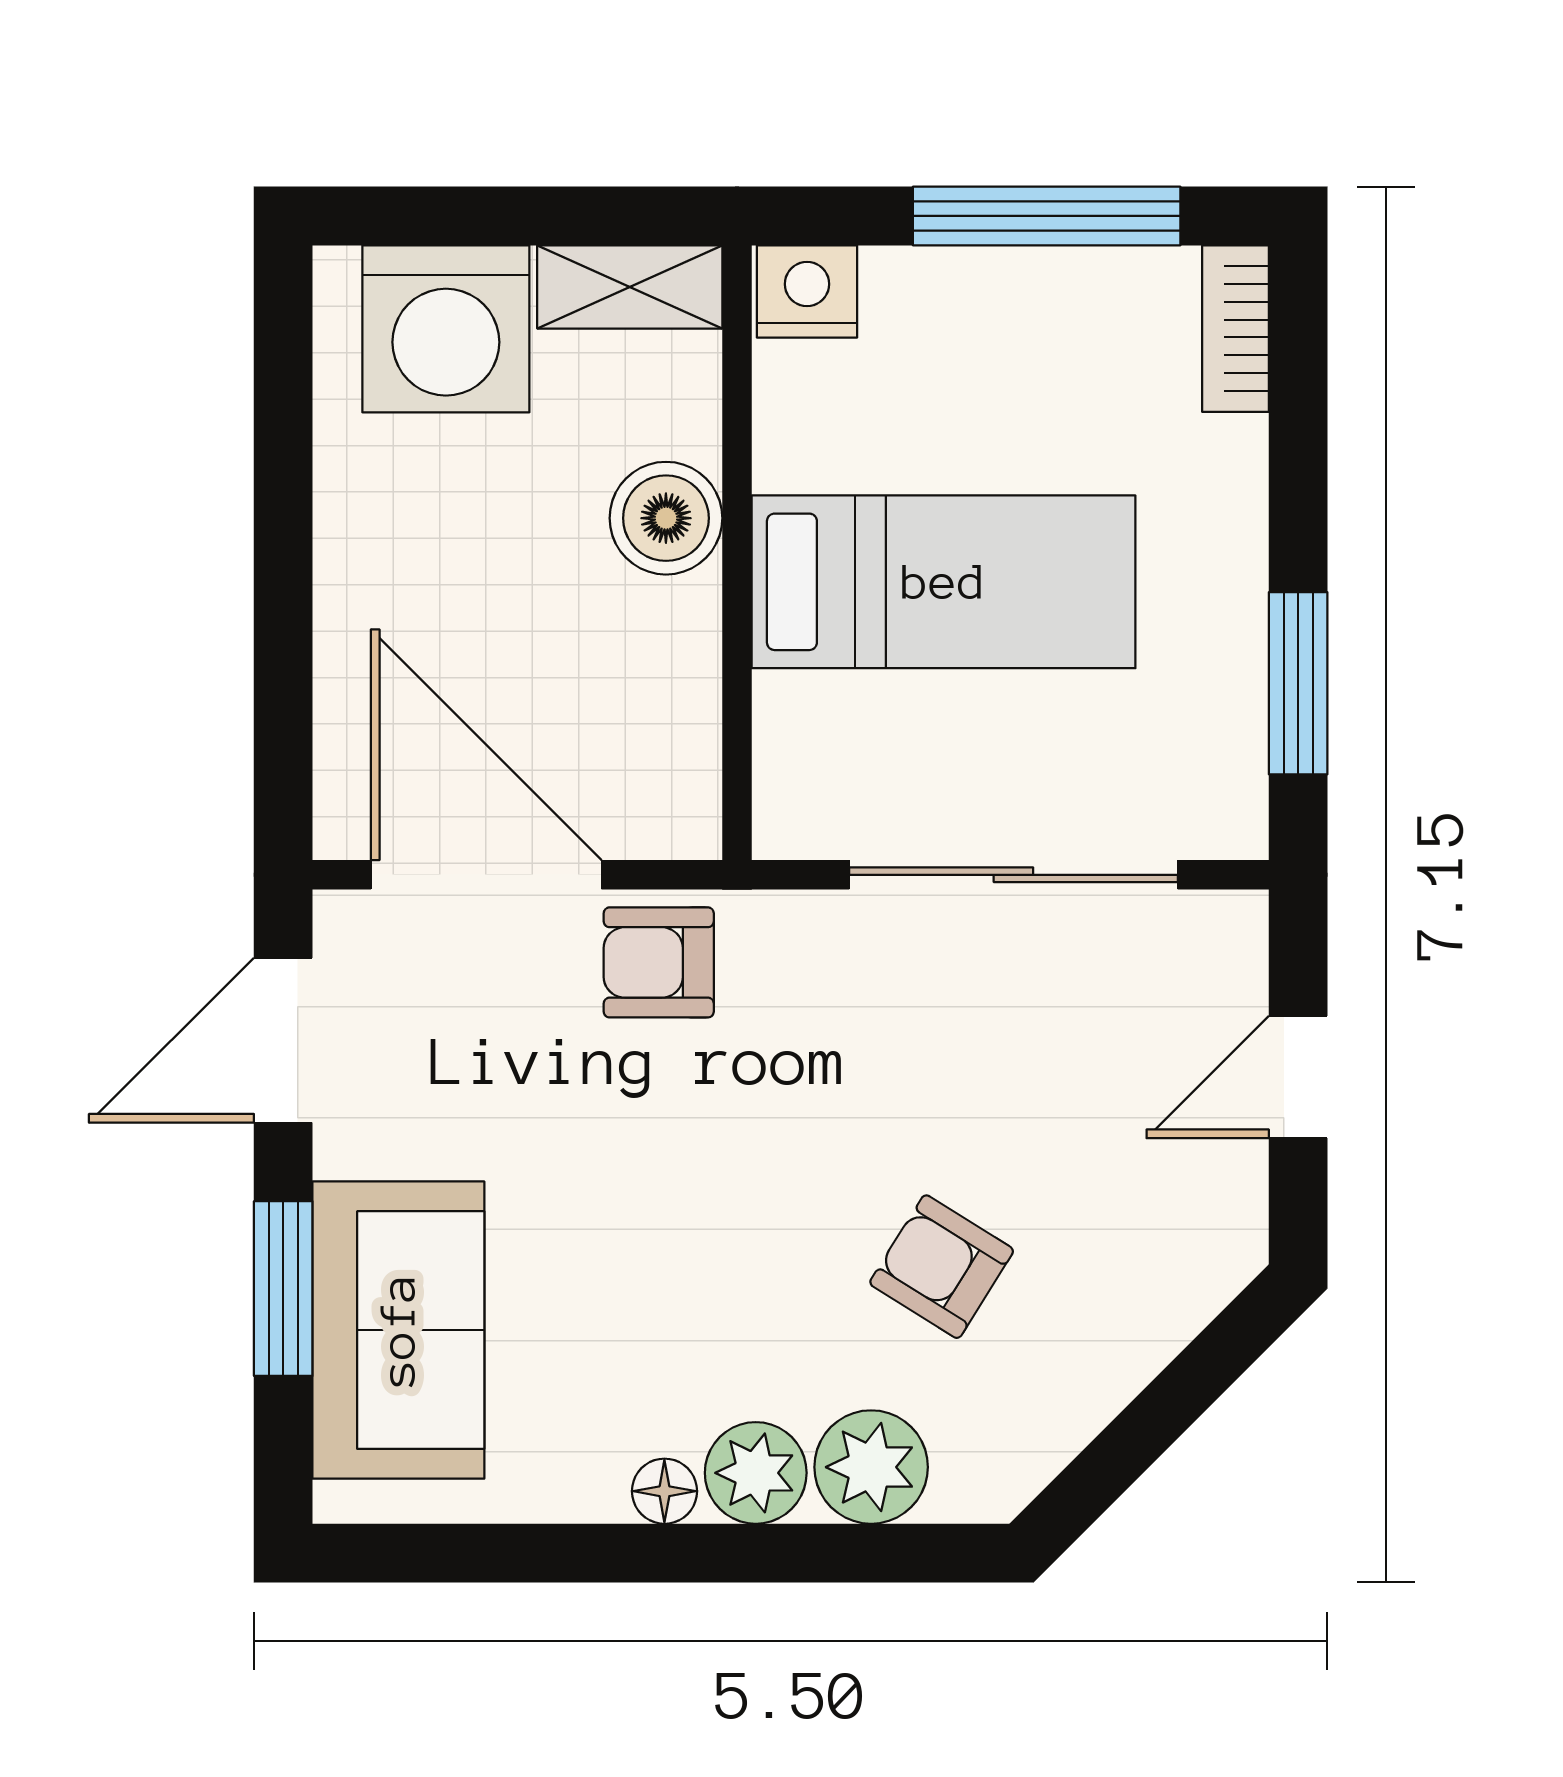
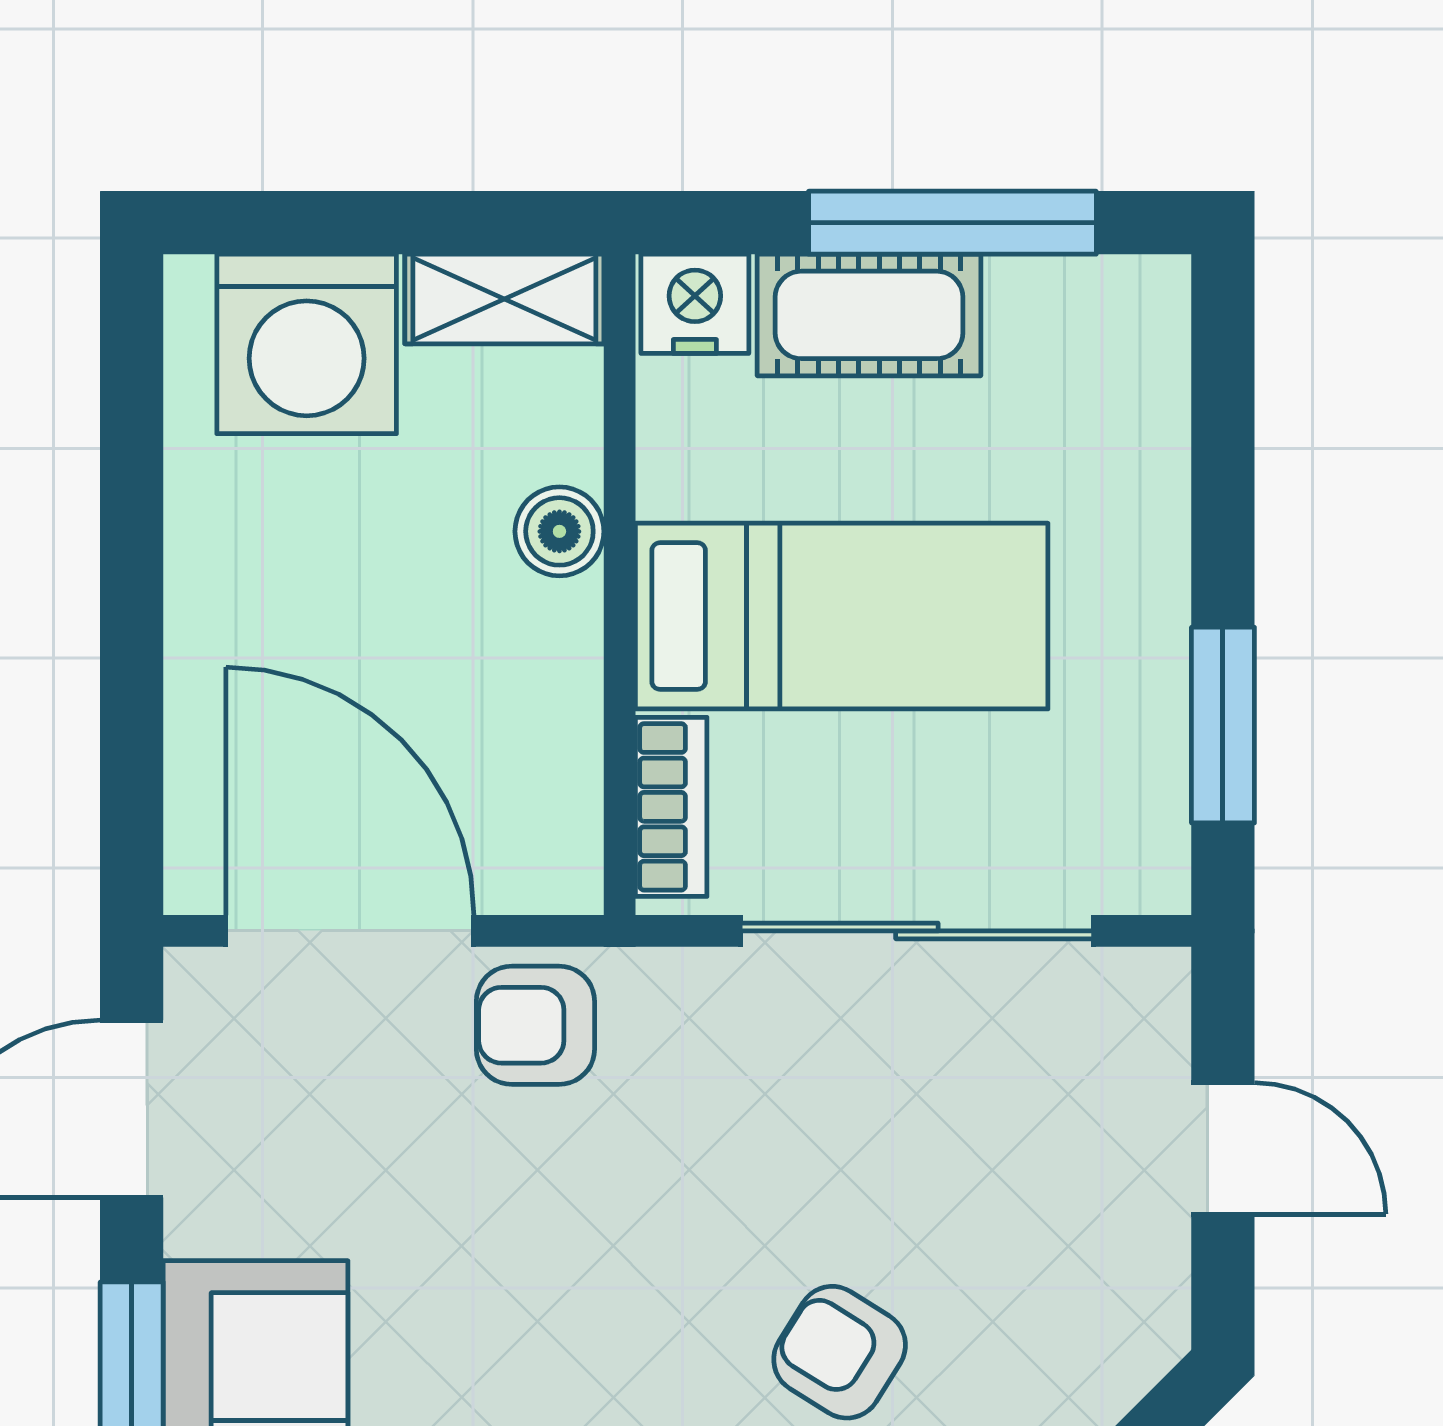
cot: (969, 302) -> (869, 315), added
bookcase: (1236, 329) -> (671, 807), moved, turned 180
boiler: (666, 518) -> (559, 531), width x0.73, depth x0.73
door: (1298, 1077) -> (1223, 1148), swing flipped

